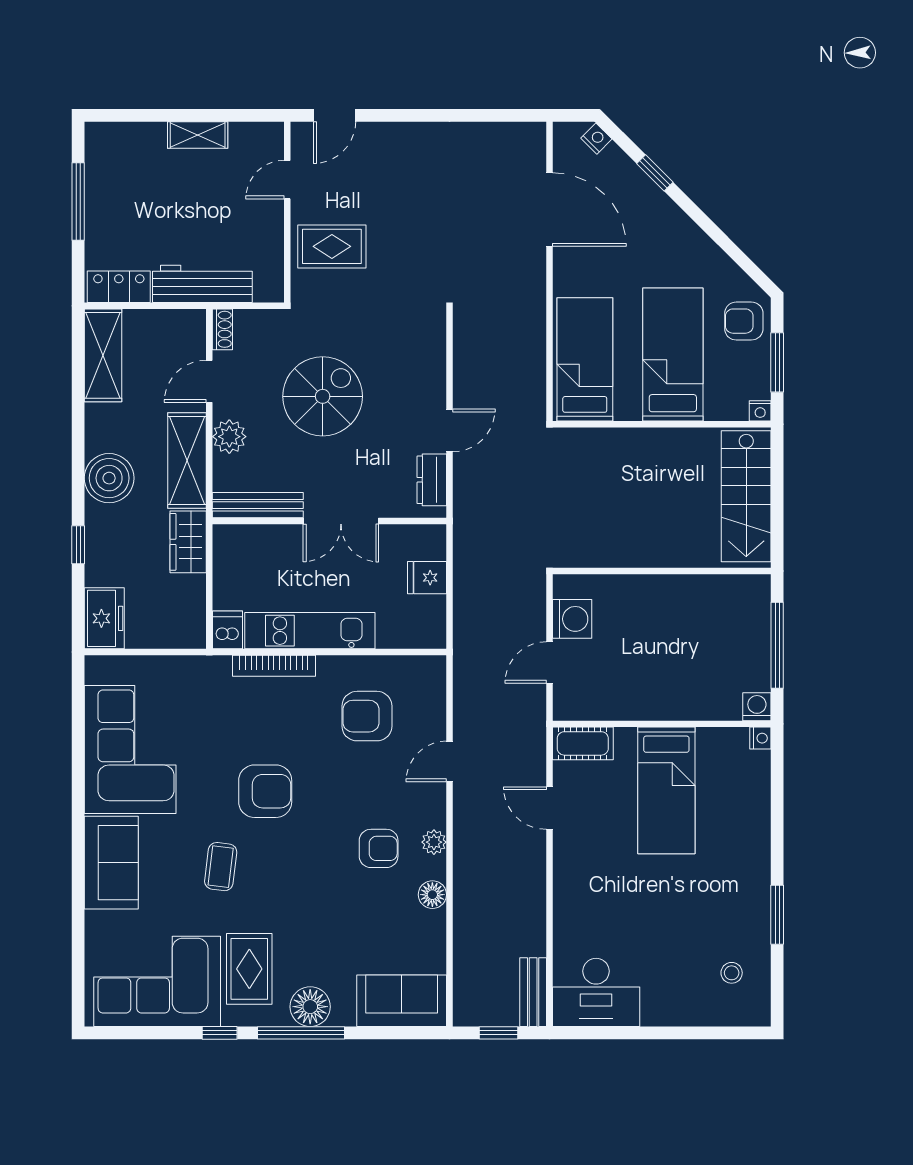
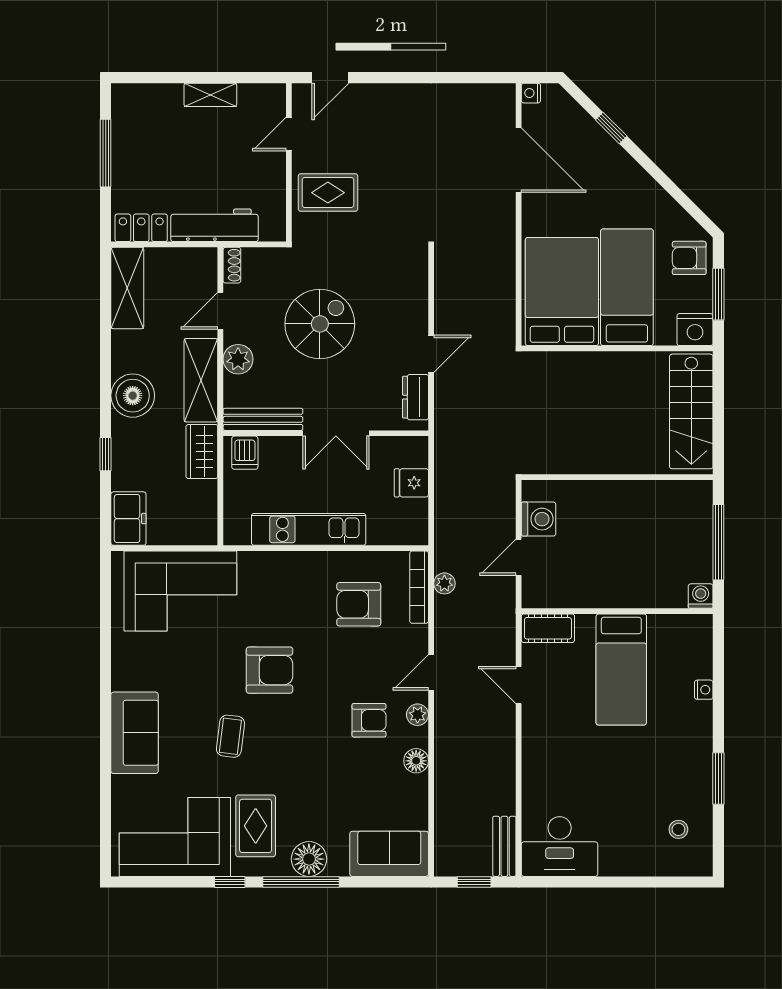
nightstand: (596, 139) -> (531, 93), moved, turned -135
bed: (585, 359) -> (562, 292), width x1.50
nightstand: (760, 411) -> (695, 330), width x1.89, depth x1.79
dishwasher: (227, 630) -> (245, 453), moved, turned 180
bookcase: (274, 666) -> (419, 587), moved, turned 90
plant: (465, 692) -> (444, 583), added
nightstand: (760, 738) -> (704, 690), moved
corner sofa: (130, 750) -> (180, 591), moved, turned 90
door: (450, 761) -> (431, 672), moved

